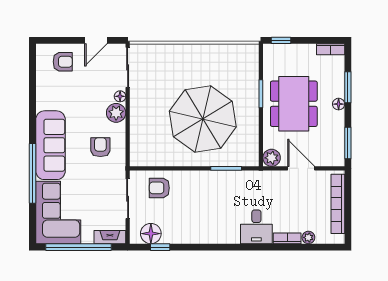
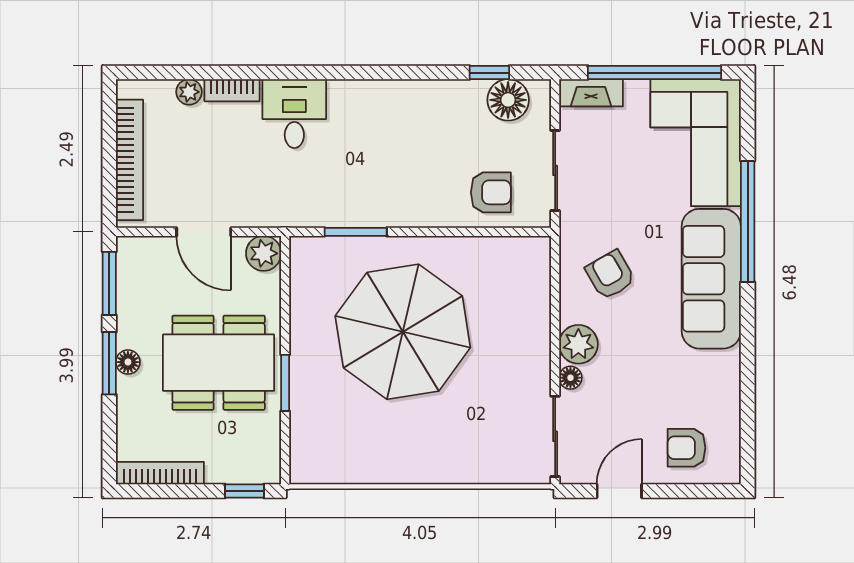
bookcase: (331, 49) -> (160, 473), width x1.56
window: (348, 87) -> (109, 363), moved
dining table: (294, 104) -> (219, 363), turned 90
armchair: (100, 147) -> (610, 275), turned 150

